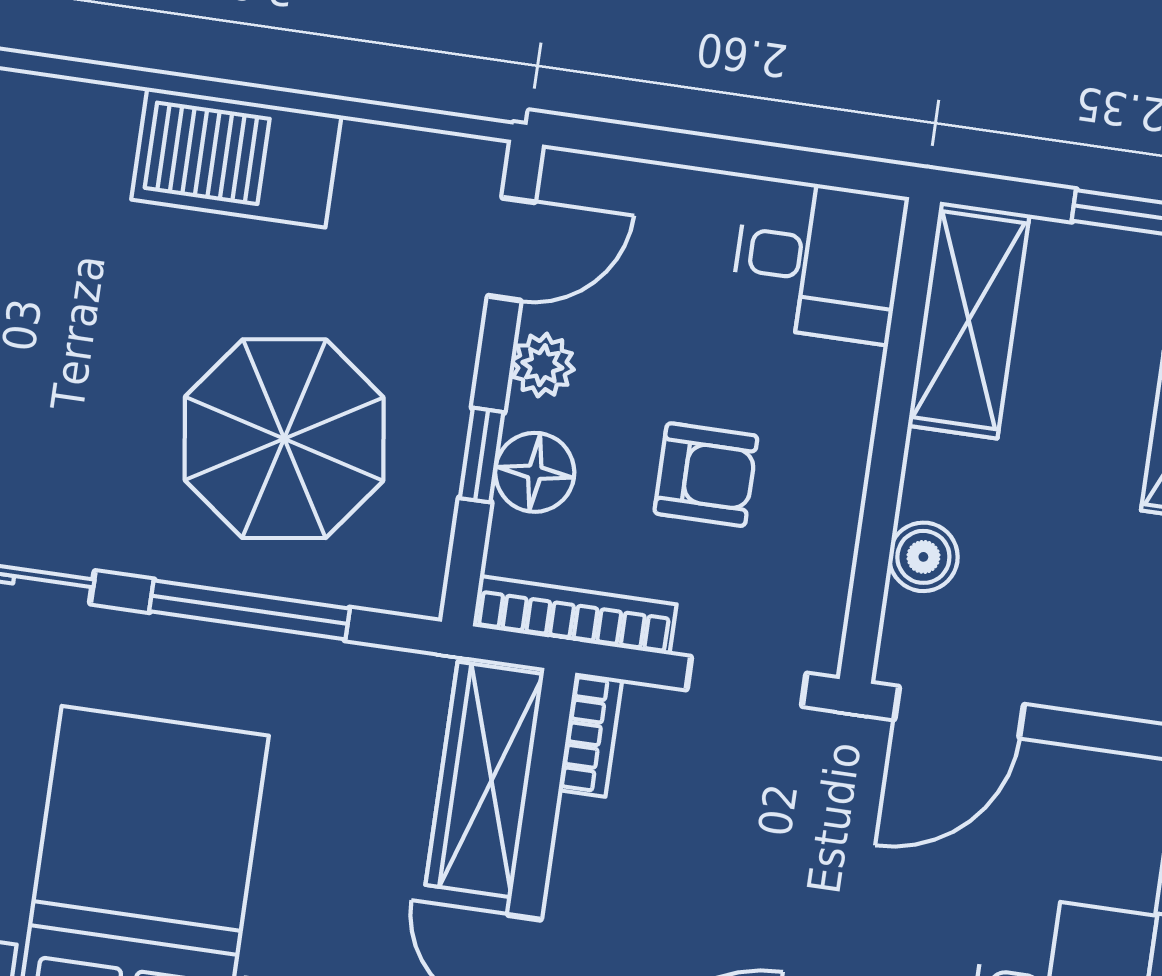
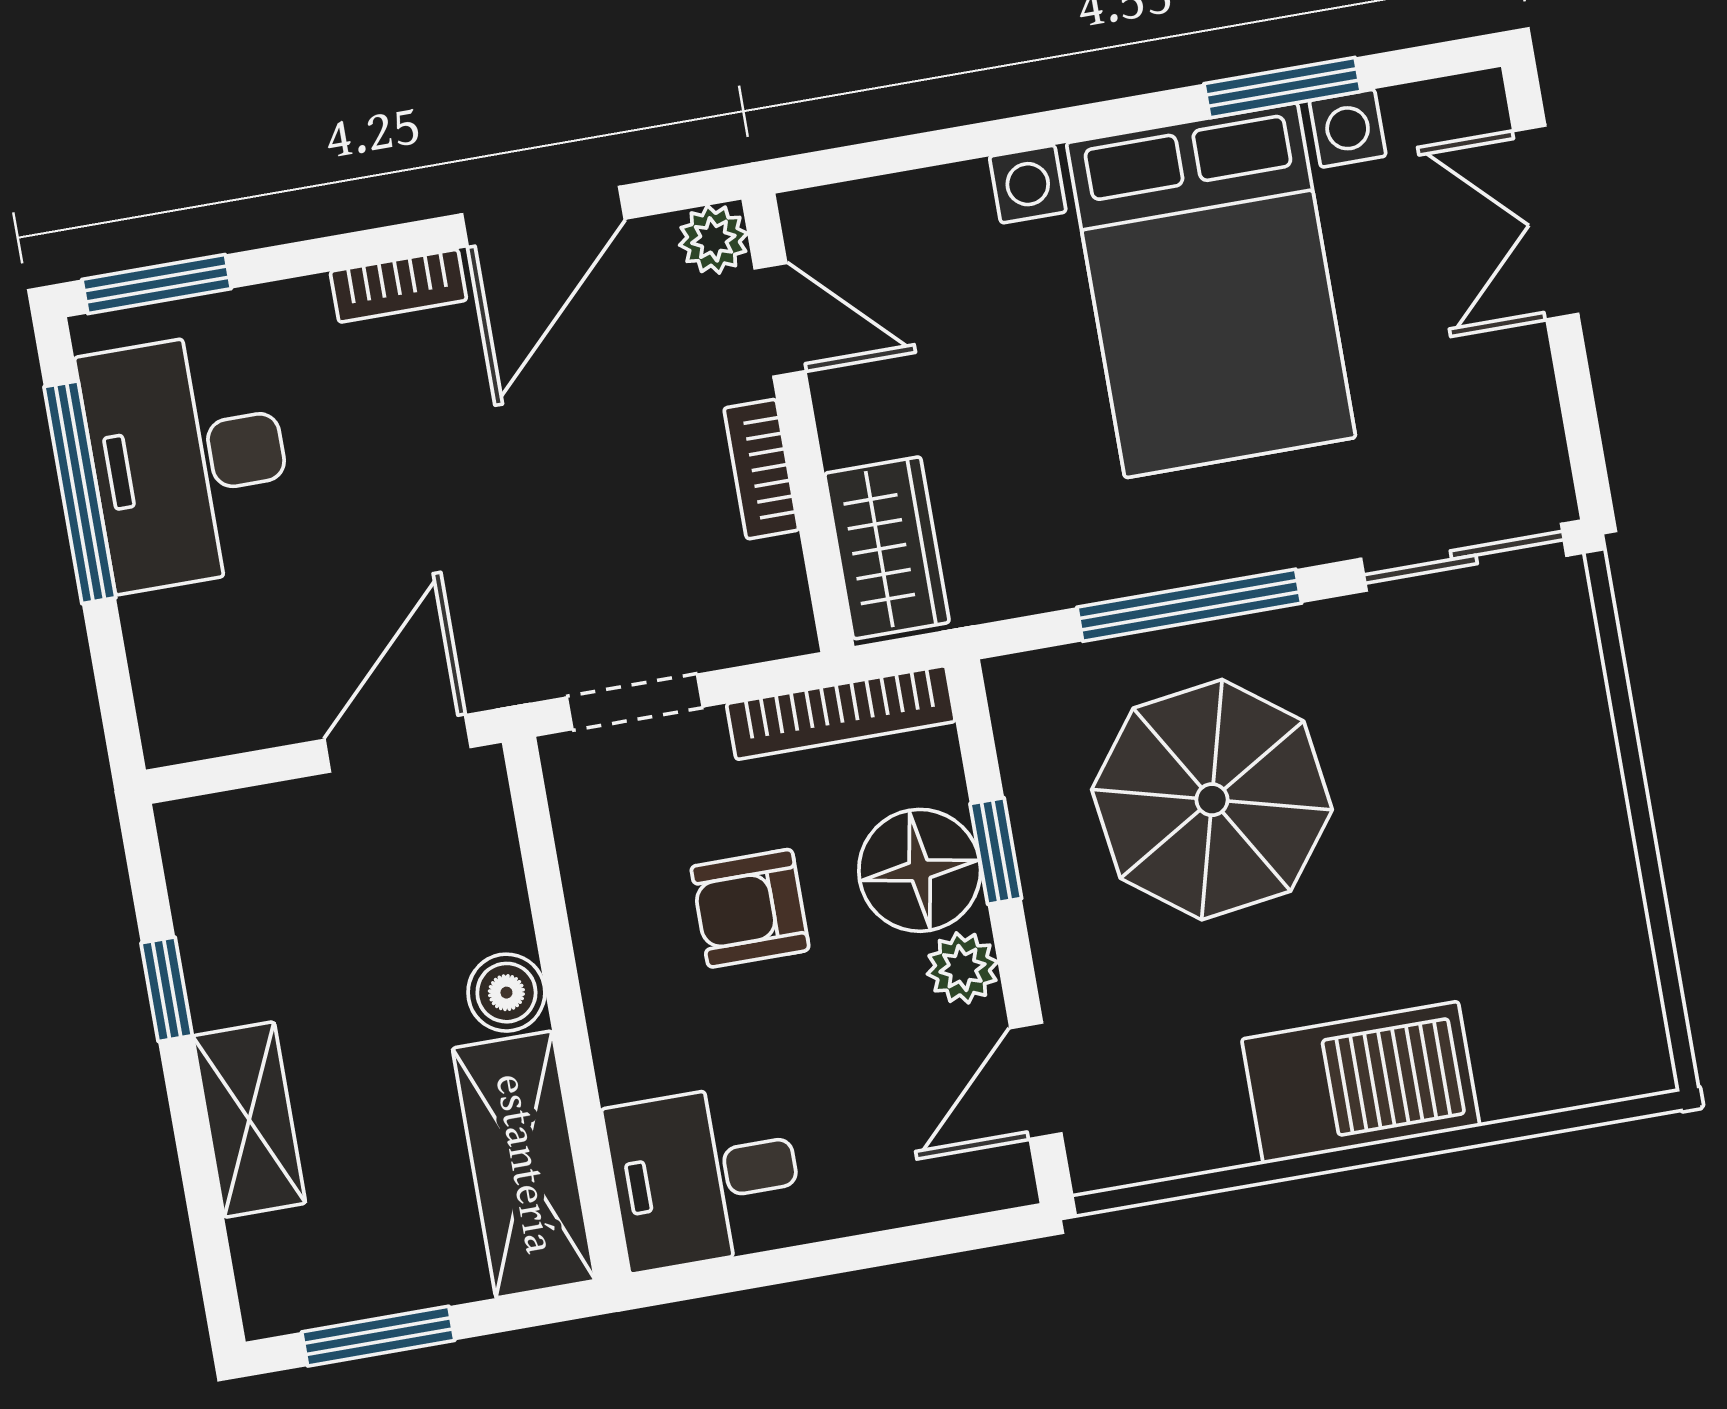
floor lamp: (535, 472) -> (920, 870), width x1.38, depth x1.38
boiler: (923, 557) -> (506, 993), moved
bookcase: (590, 735) -> (761, 469), moved
wardrobe: (485, 779) -> (887, 548), width x0.67

